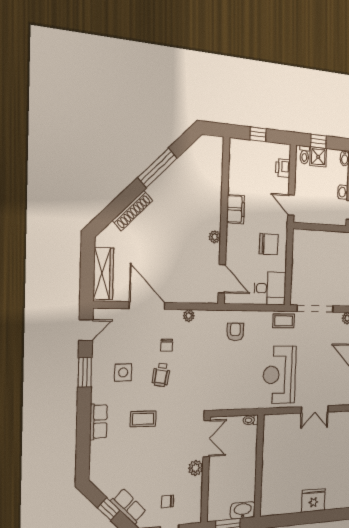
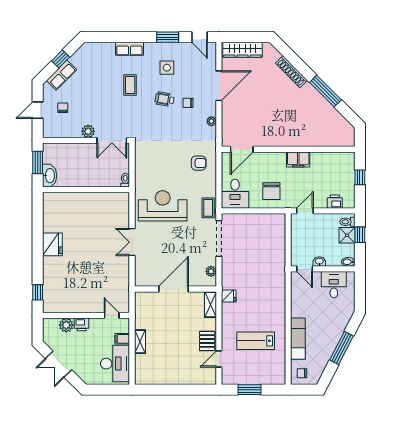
plant: (215, 237) -> (275, 142), removed

